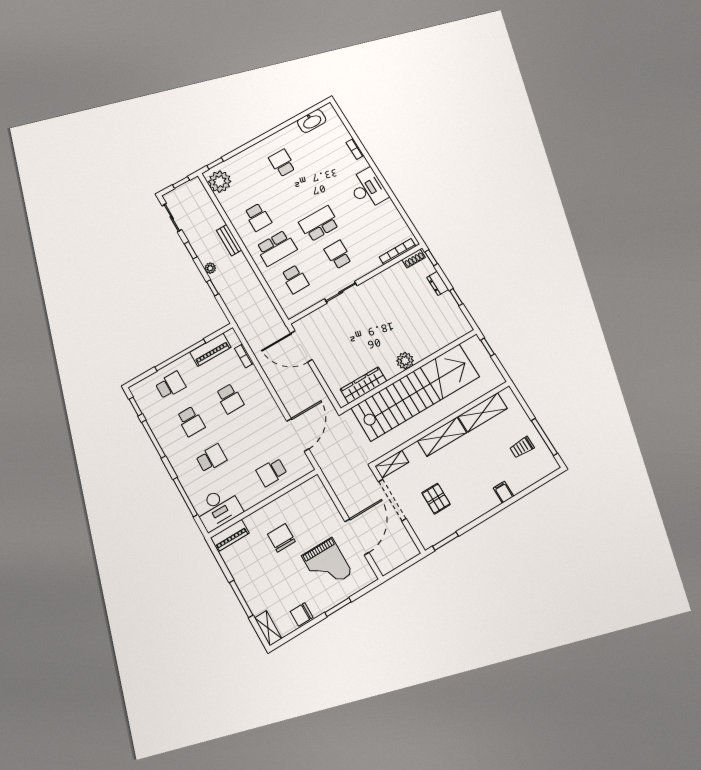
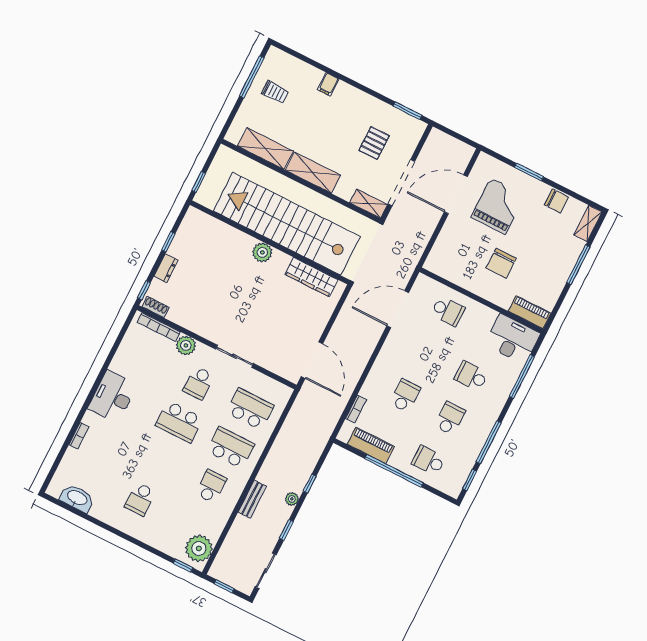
plant: (371, 262) -> (186, 345), added
school desk: (295, 279) -> (250, 409), width x1.85

